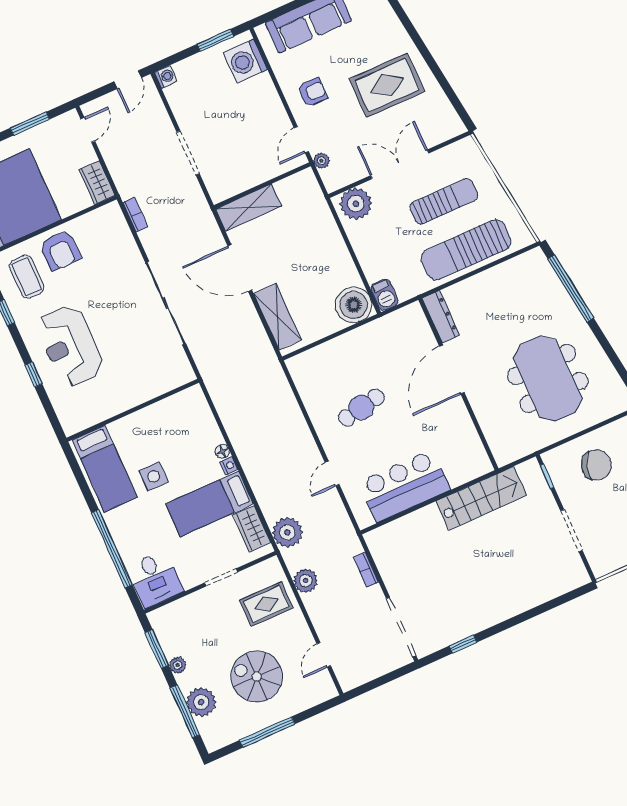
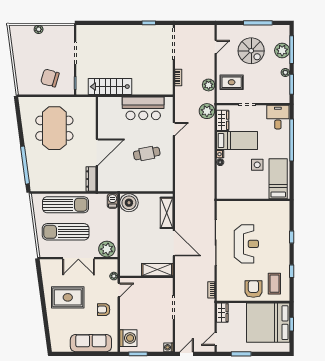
sun lounger: (444, 201) -> (66, 232), width x1.36, depth x1.34
reception desk: (70, 346) -> (246, 244), moved

